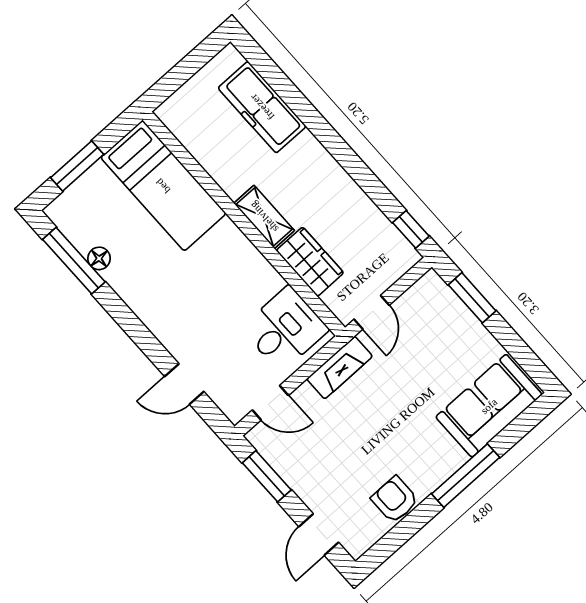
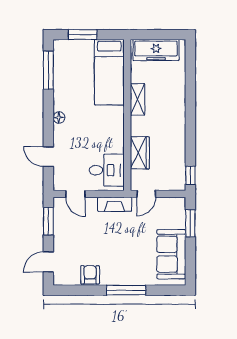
freezer: (262, 107) -> (156, 50), moved, turned -90
shelving: (264, 217) -> (138, 99), moved
floor lamp: (99, 258) -> (59, 118), moved
sofa: (489, 406) -> (171, 254), moved, turned -90

